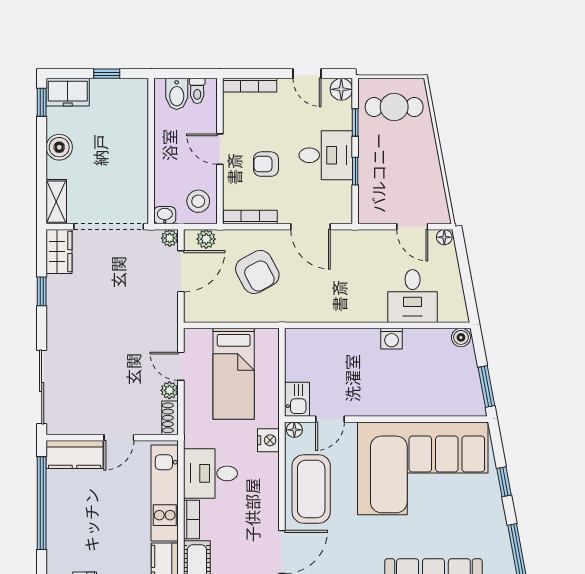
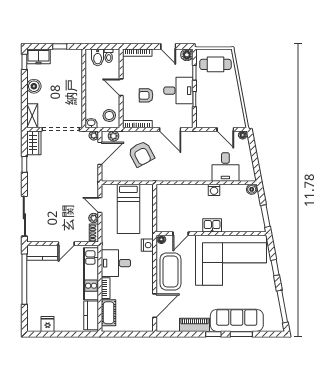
kitchen sink: (297, 399) -> (212, 225), moved, turned -90

